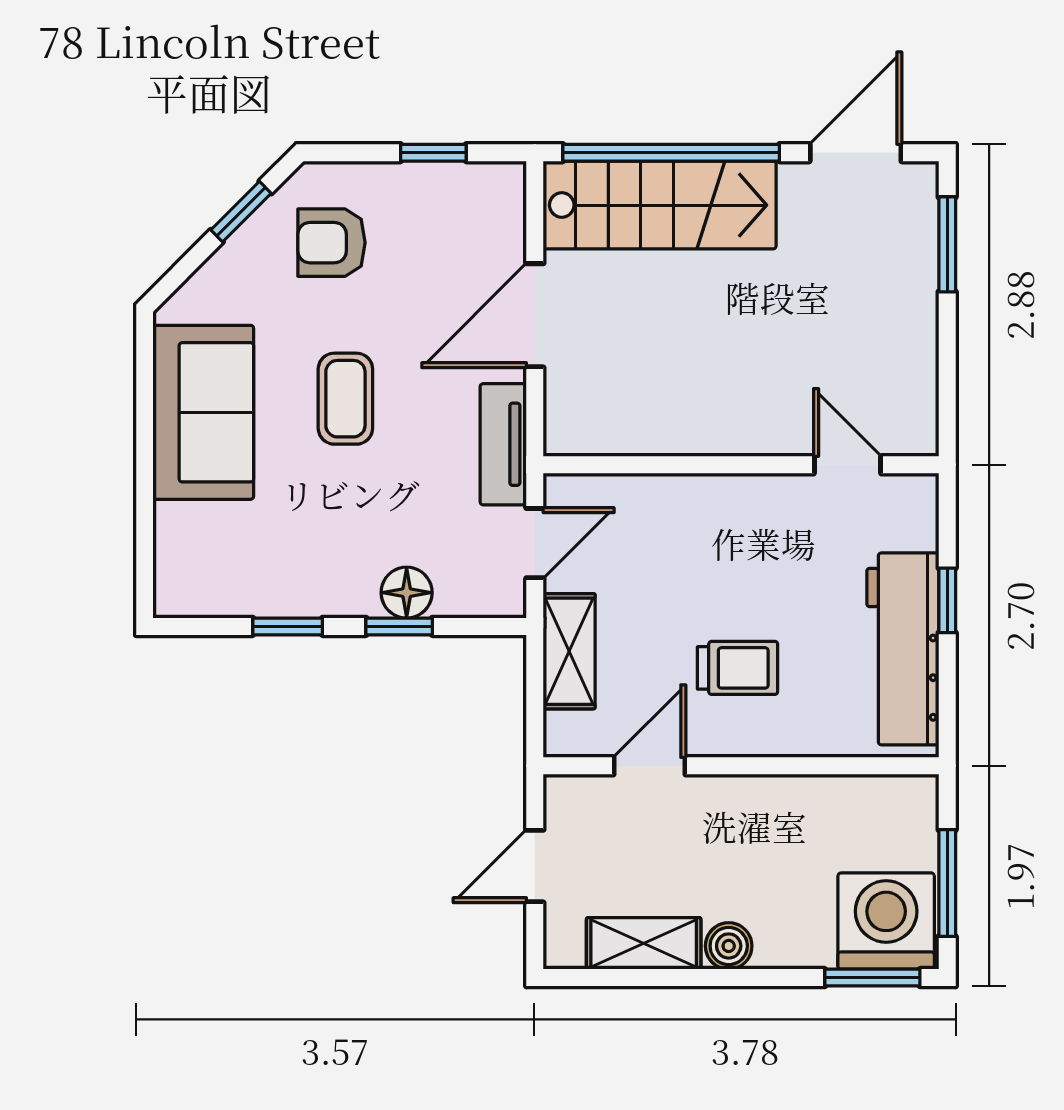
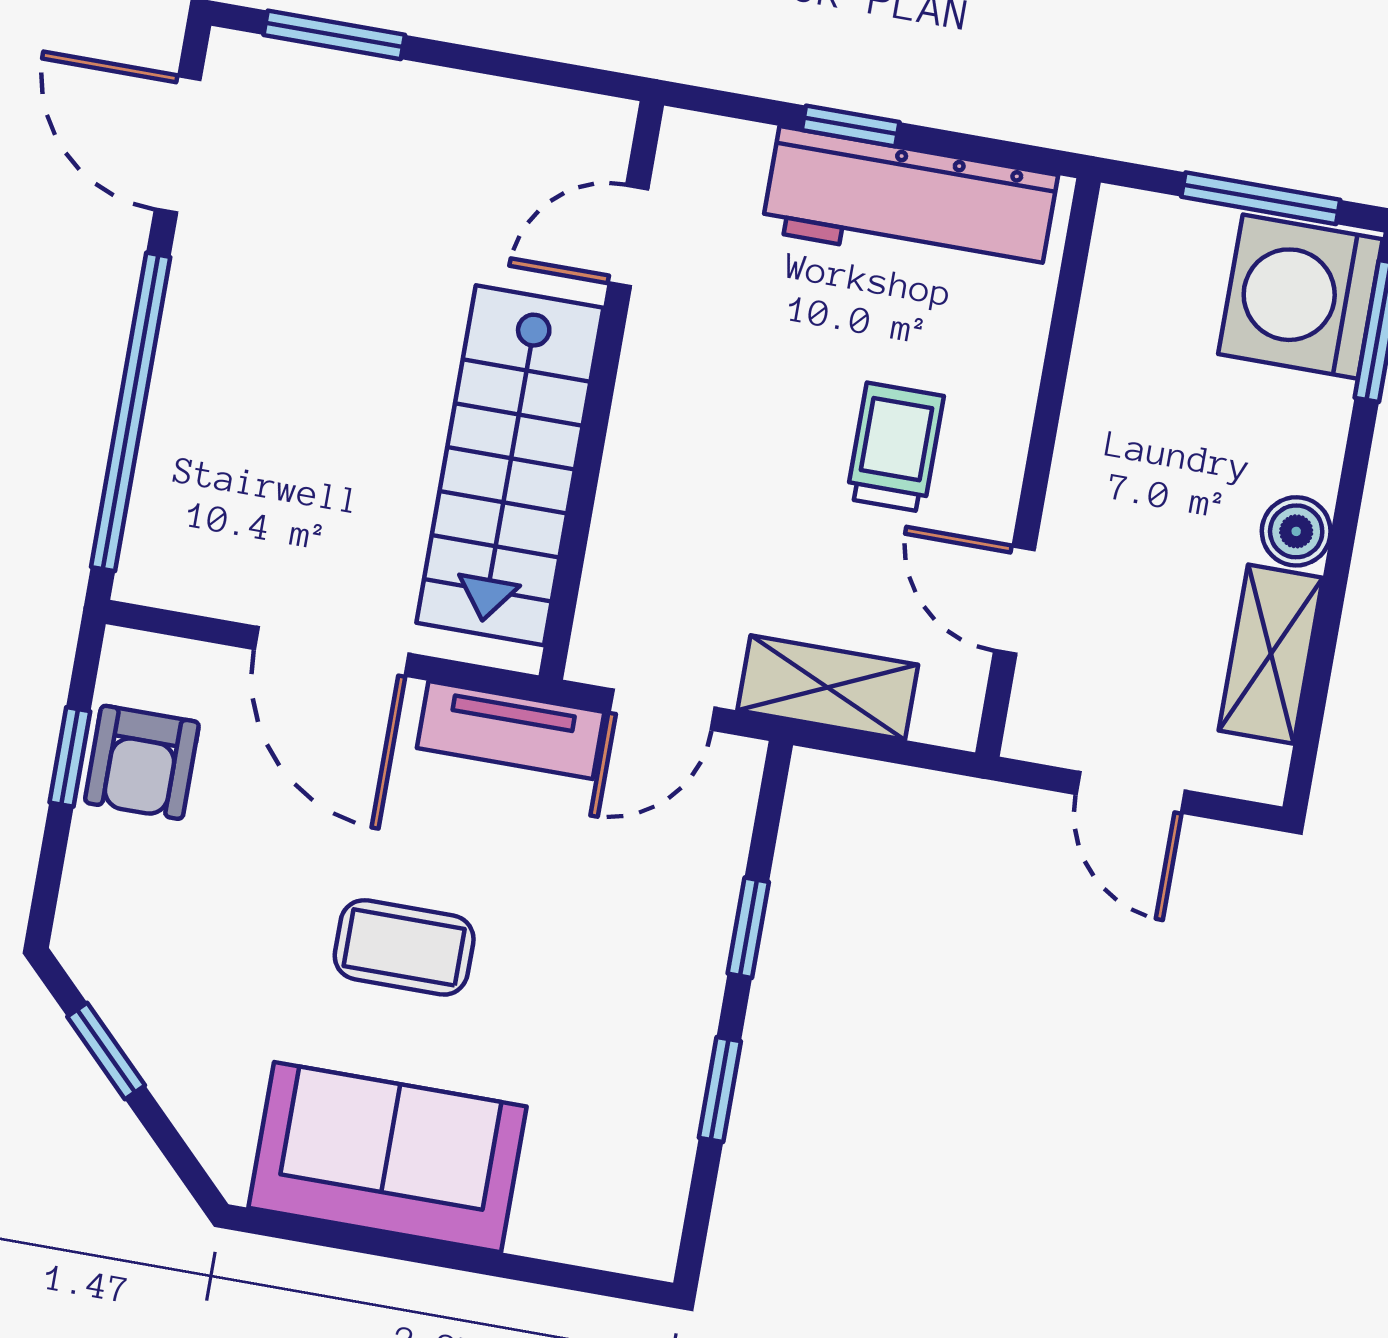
stairs: (660, 205) -> (510, 465), moved, turned 180
armchair: (332, 243) -> (142, 762), moved
door: (535, 543) -> (662, 710), swing flipped
floor lamp: (407, 593) -> (701, 908), removed

